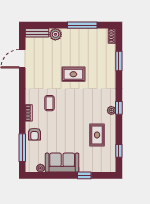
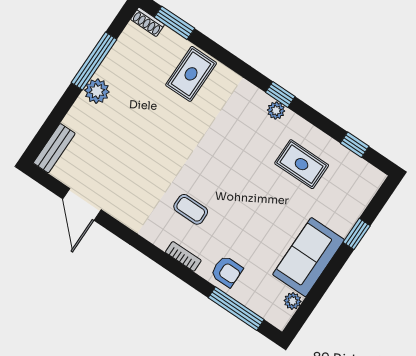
plant: (55, 34) -> (97, 91), moved
window: (119, 61) -> (174, 23), moved
rug: (73, 74) -> (191, 74), moved

